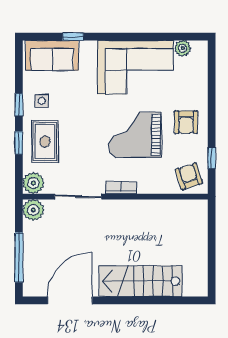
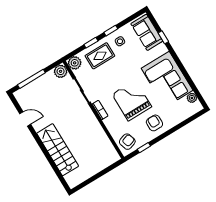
armchair: (186, 122) -> (154, 123), turned 90
door: (70, 300) -> (25, 119), width x0.53

